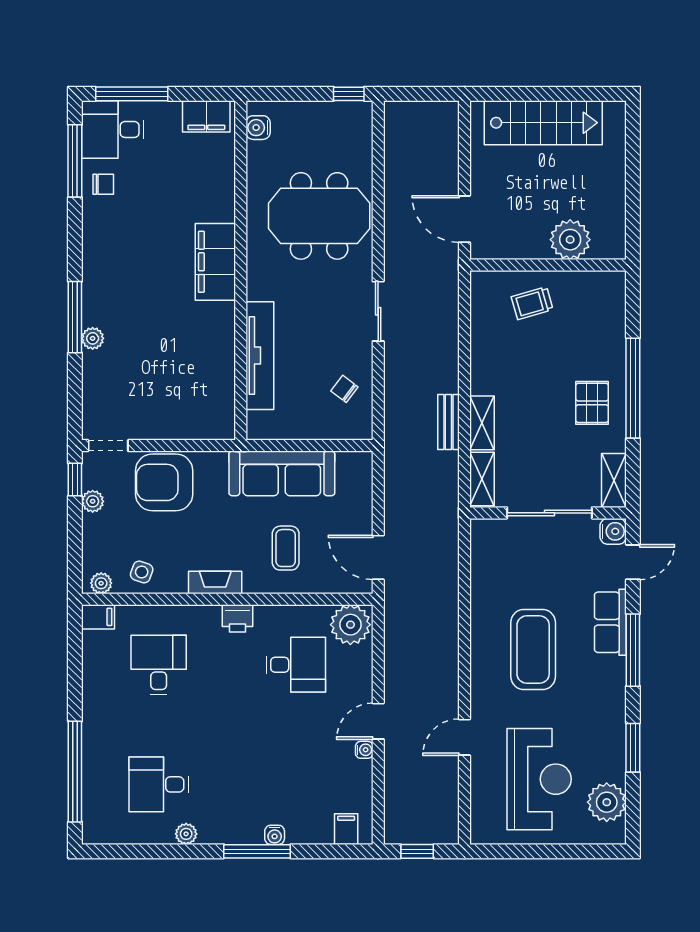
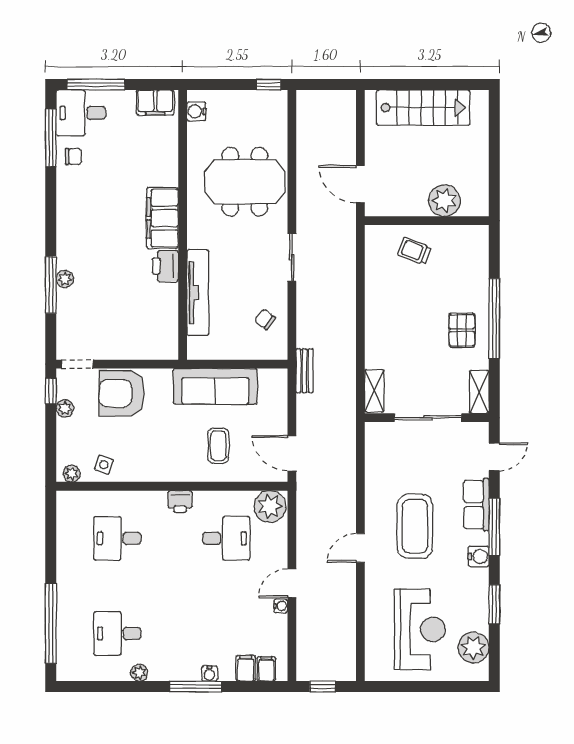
trolley: (532, 303) -> (414, 251), turned 37
window: (75, 317) -> (51, 285), moved
printer: (219, 322) -> (165, 266), added
bench: (448, 422) -> (305, 371), moved
shelving: (482, 423) -> (374, 346), removed
water cooler: (613, 531) -> (479, 557), moved
fireplace: (215, 583) -> (162, 473), removed
filing cabinet: (98, 617) -> (246, 668), moved, turned -90
desk: (159, 665) -> (117, 538), turned -90
door: (464, 737) -> (360, 548), moved

